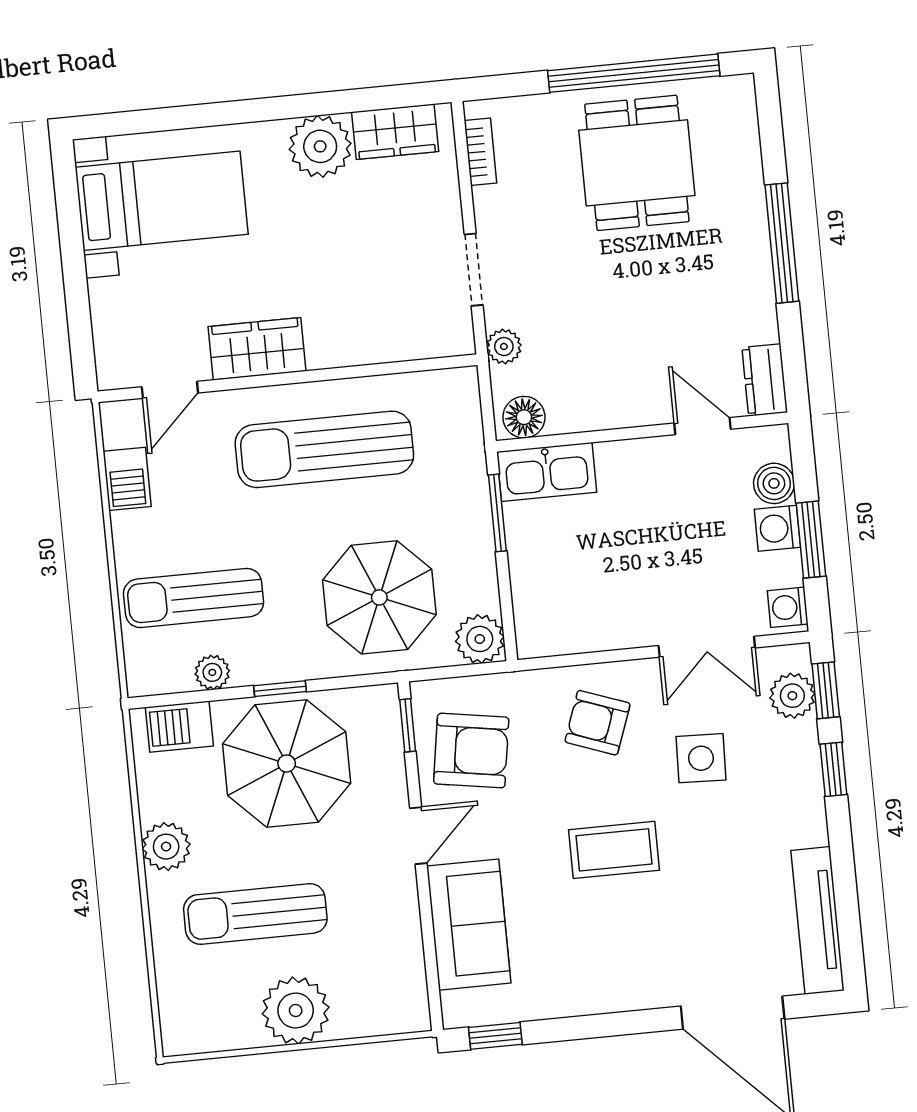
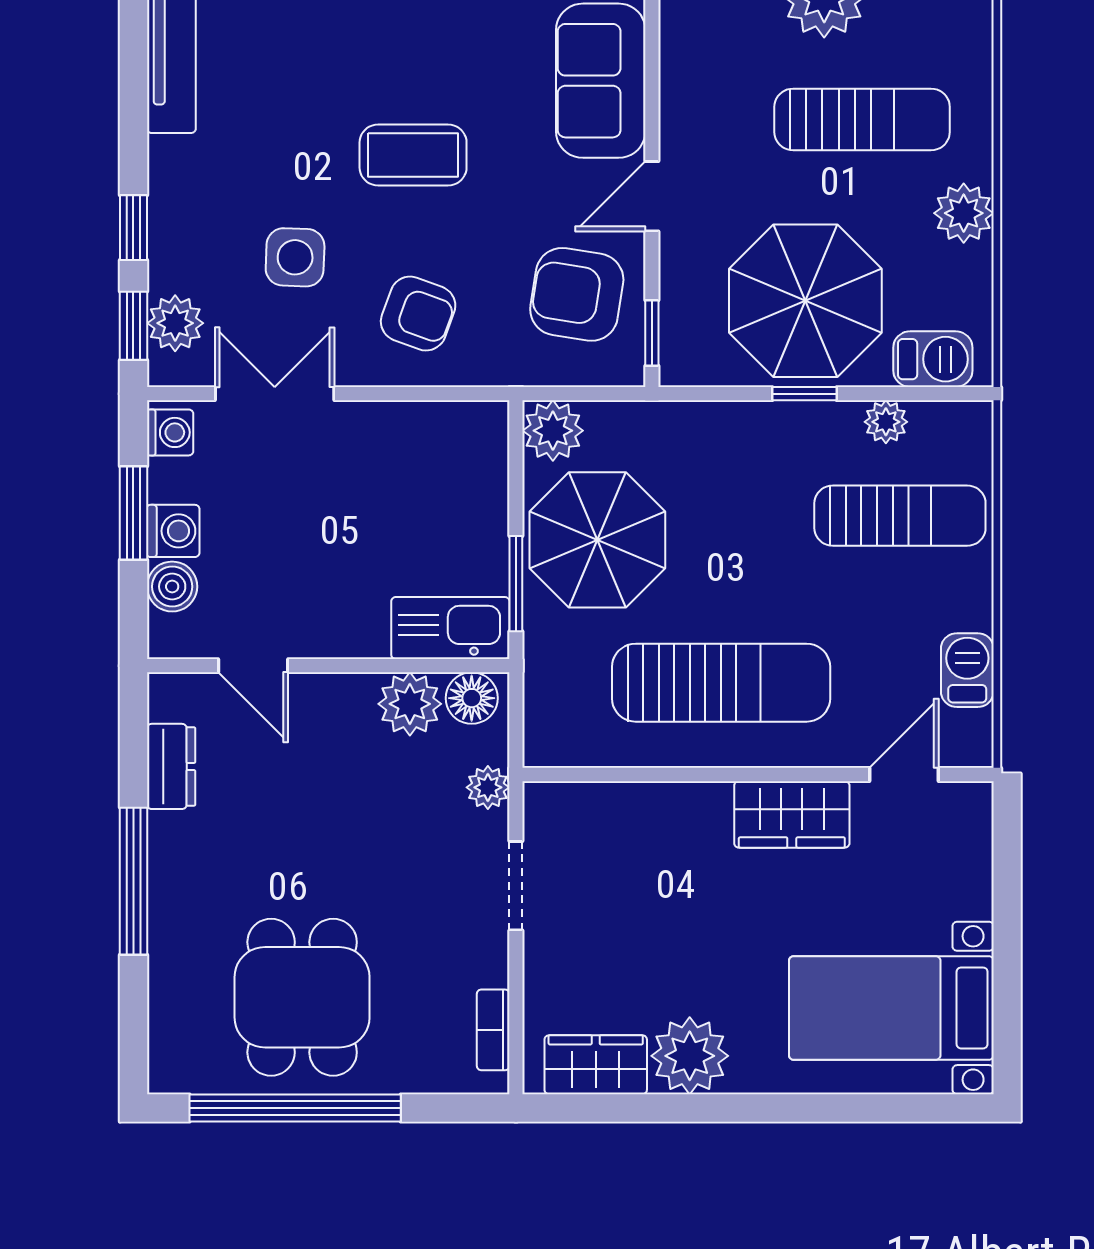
dresser: (765, 380) -> (171, 766), moved
plant: (573, 408) -> (410, 704), added
parasol: (379, 597) -> (597, 540), moved

